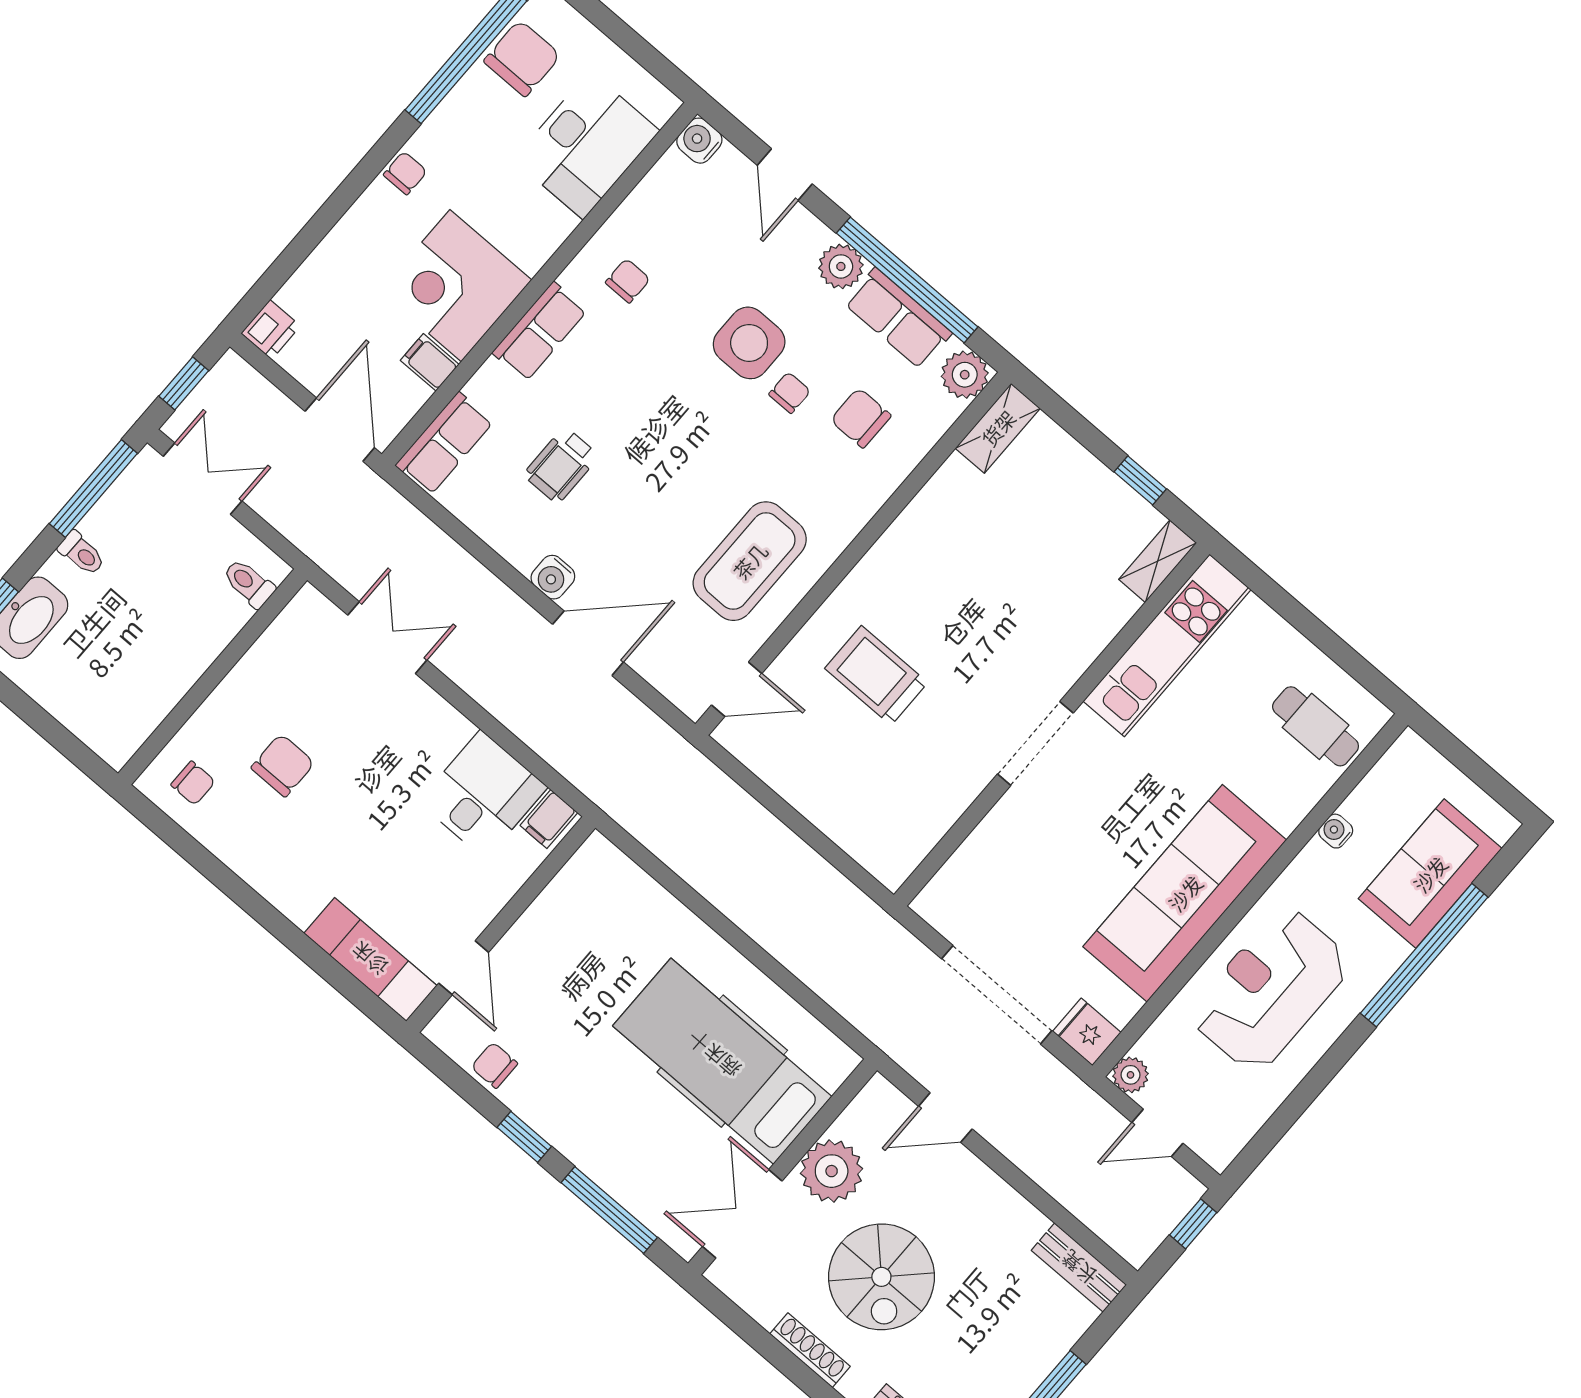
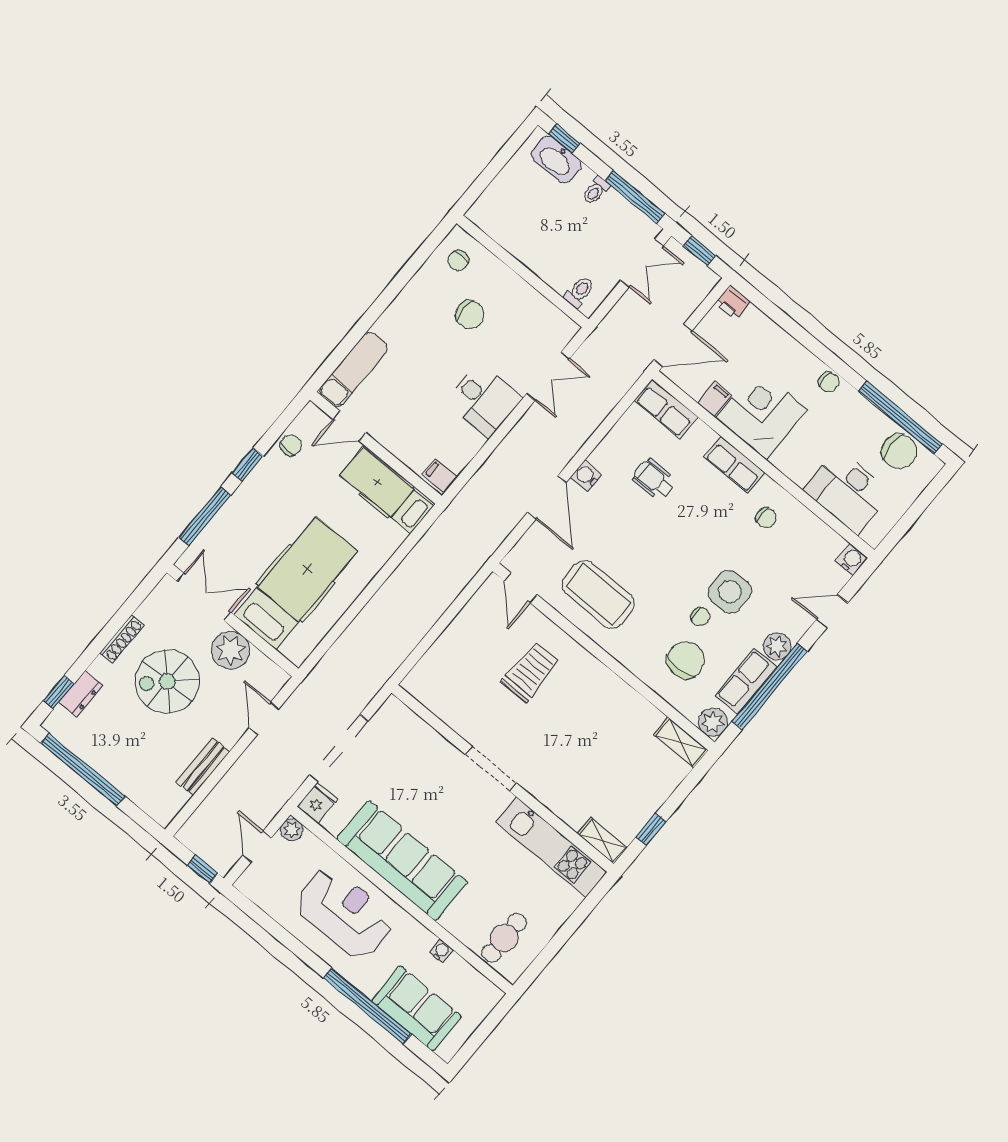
chair: (861, 418) -> (686, 660), width x1.37, depth x1.37
desk: (483, 795) -> (484, 400), moved
hospital bed: (572, 908) -> (387, 491), added
bench: (1079, 1268) -> (203, 767), moved

